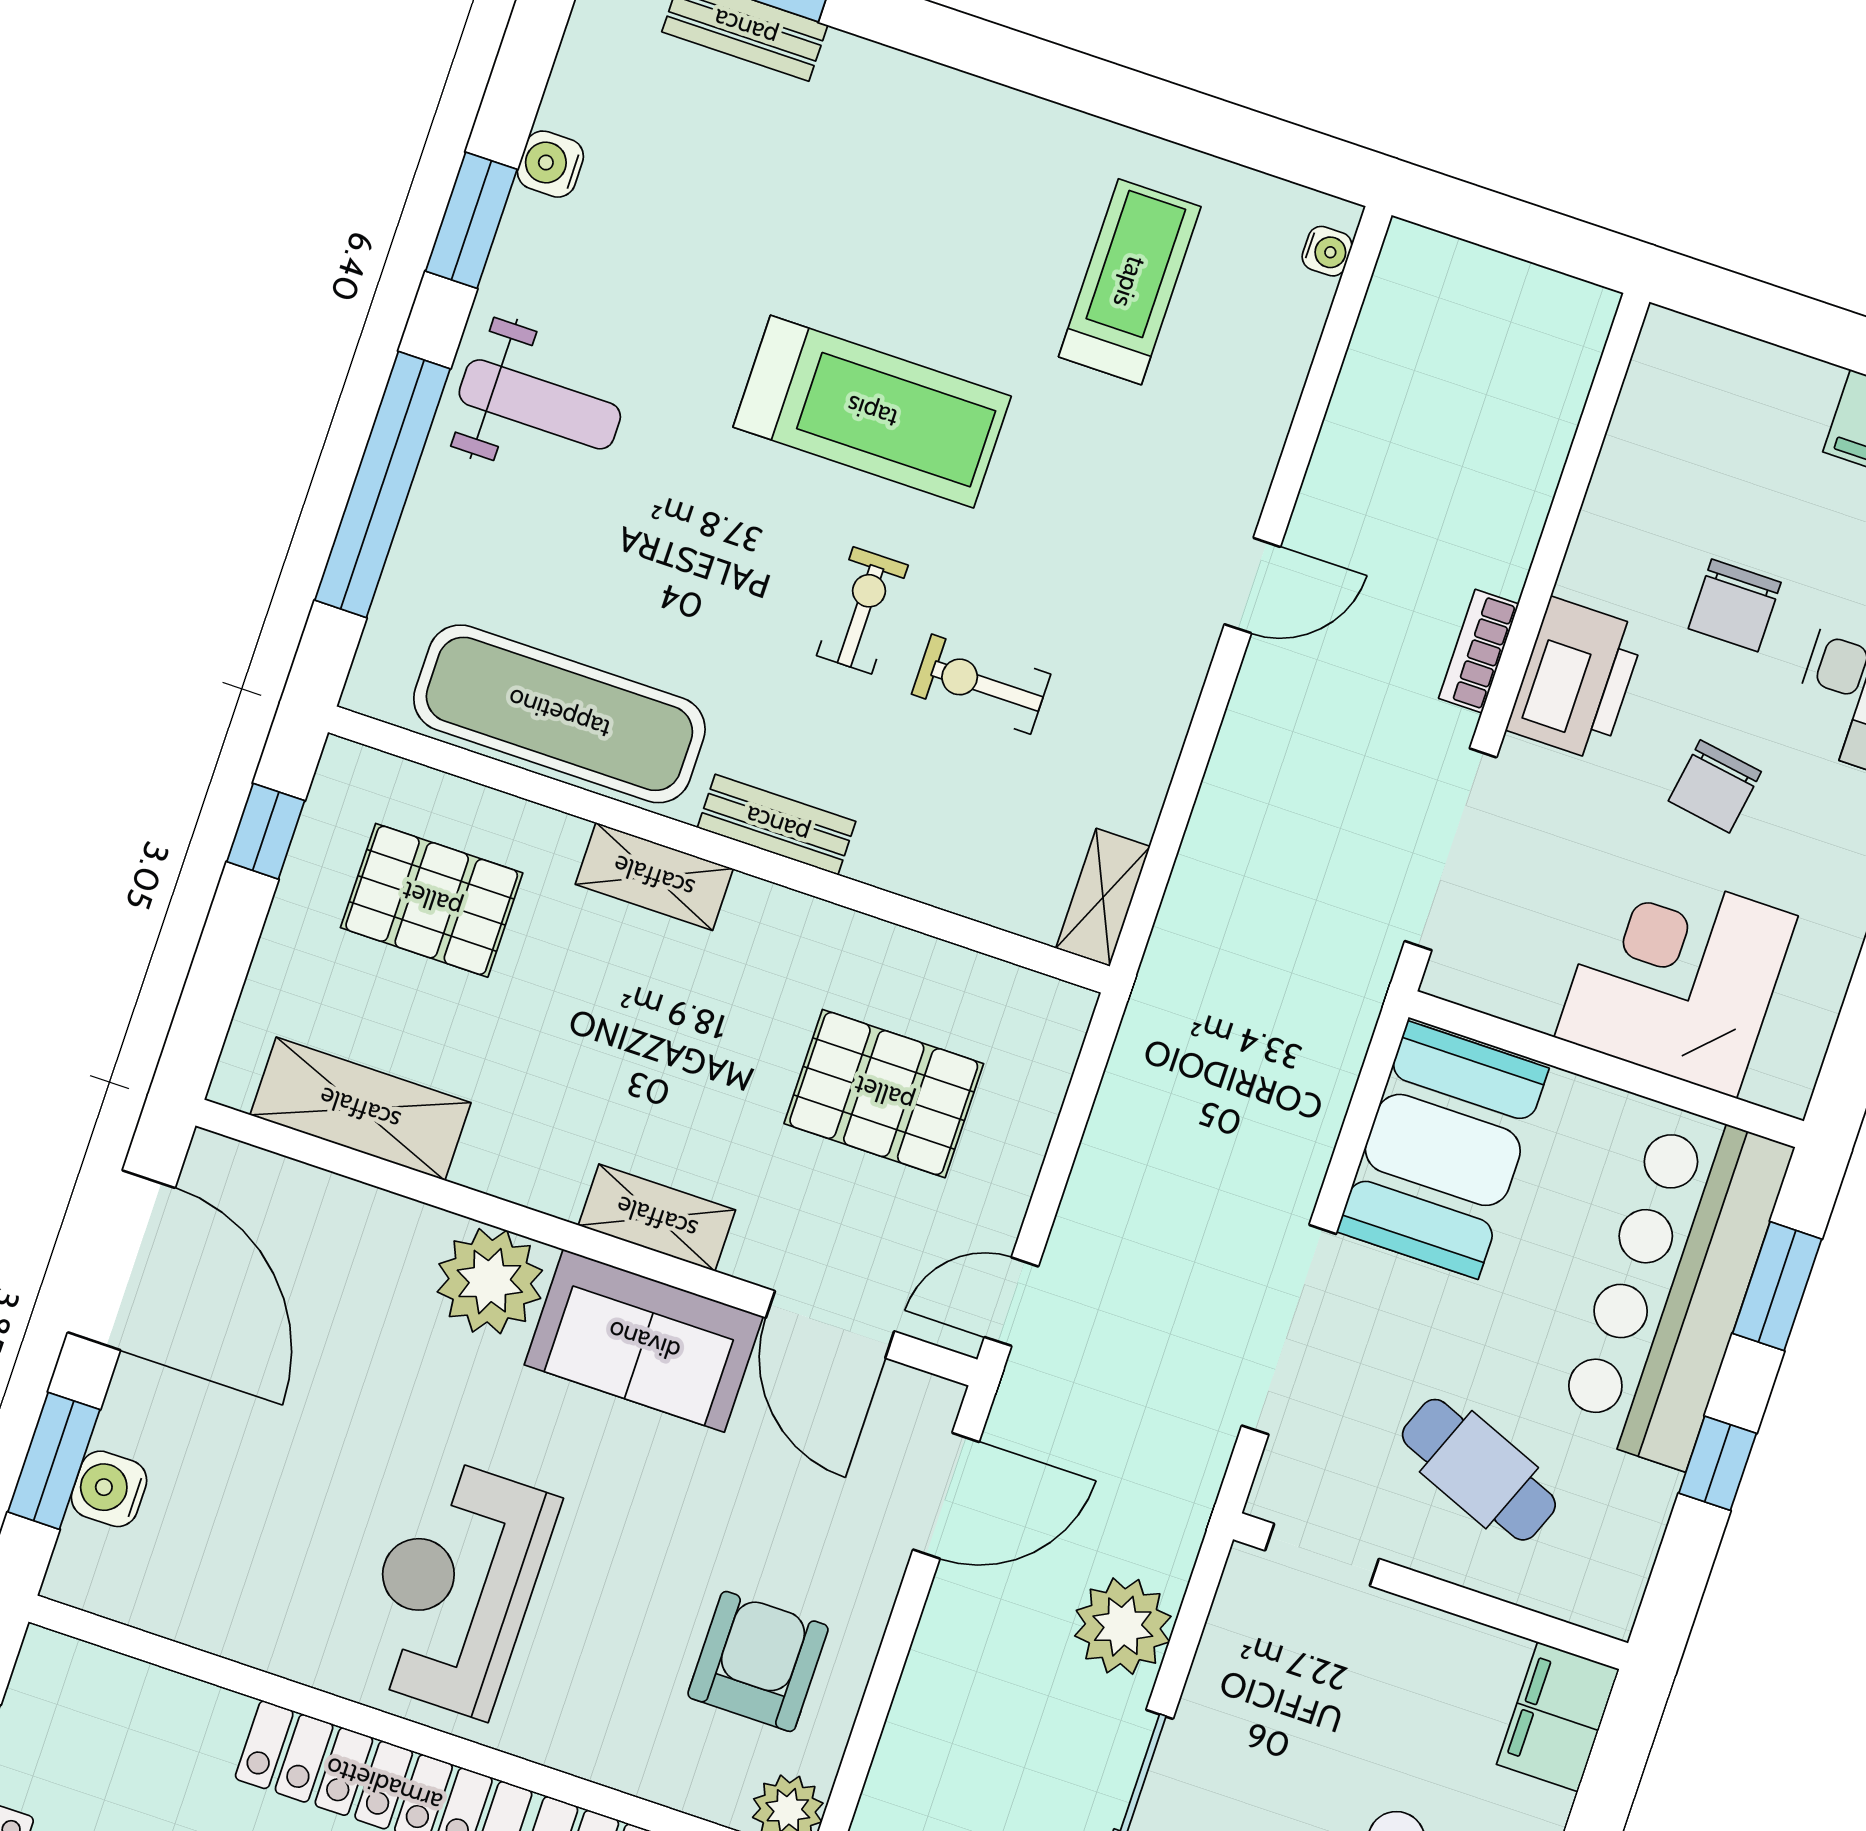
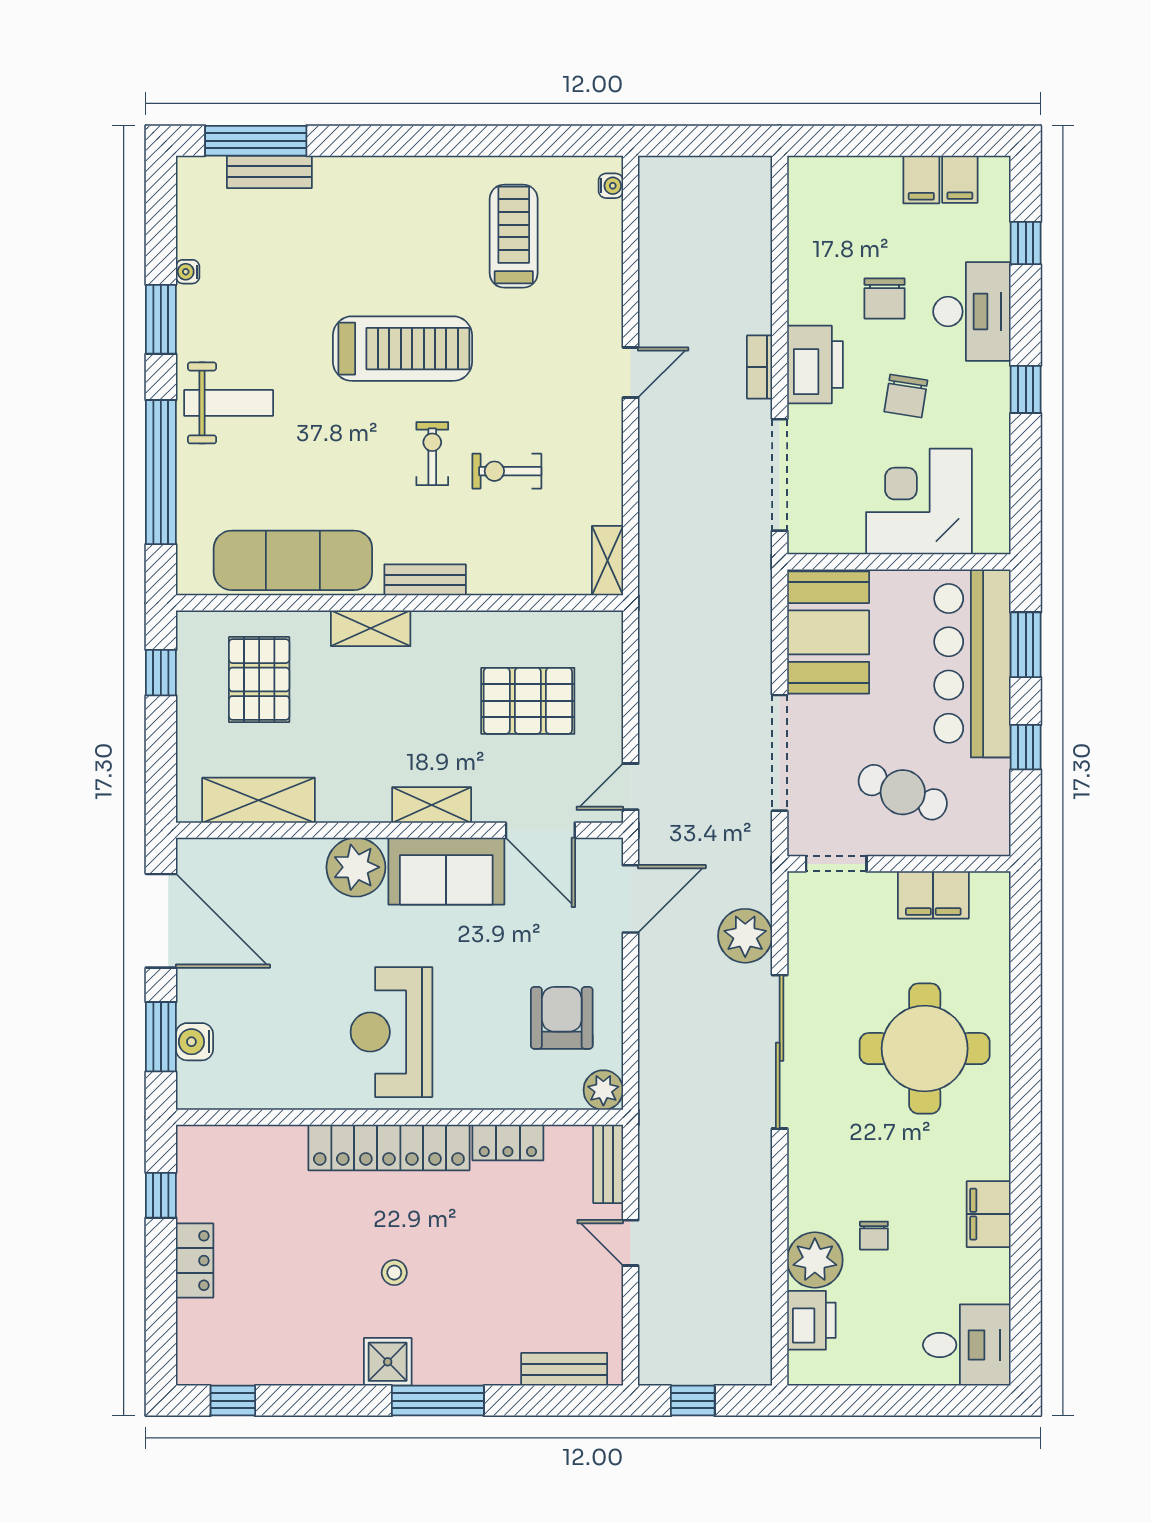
water cooler: (550, 164) -> (188, 272), width x0.72, depth x0.72
pallet: (432, 900) -> (259, 680), turned 90
filing cabinet: (1558, 1717) -> (933, 895), moved, turned -90

